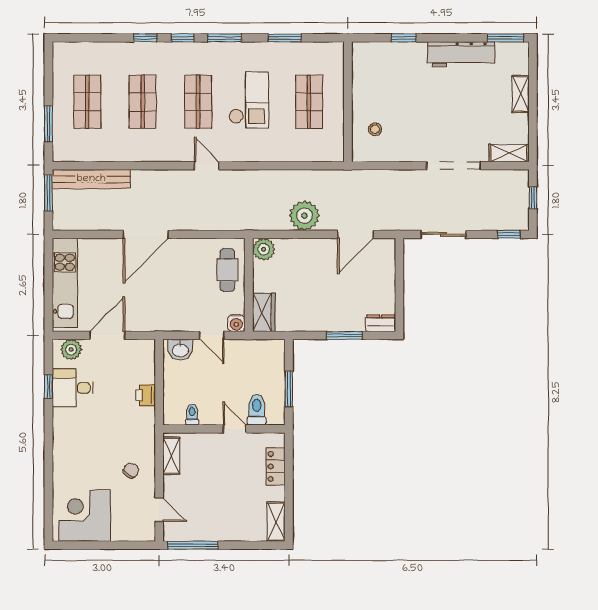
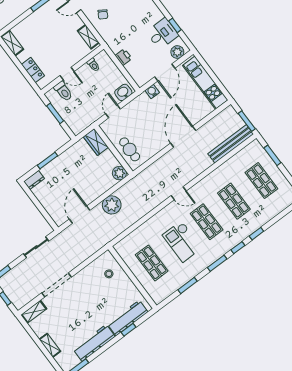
workbench: (394, 54) -> (128, 318), added
water cooler: (236, 323) -> (152, 91), moved
door: (212, 335) -> (113, 111), hinge flipped

